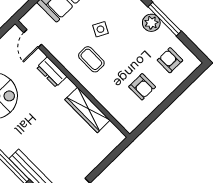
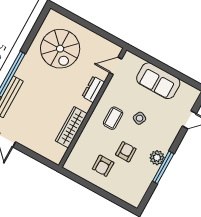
armchair: (170, 60) -> (126, 152), moved

